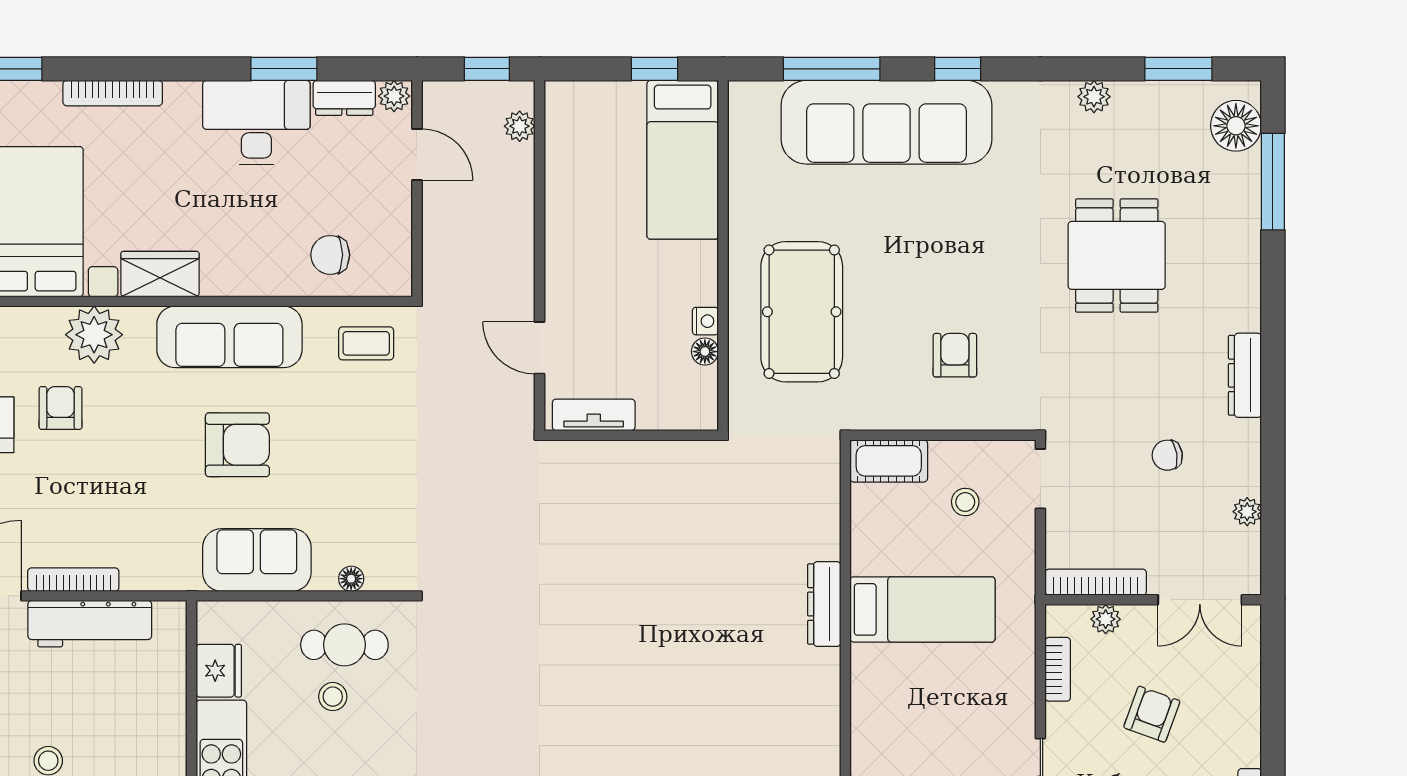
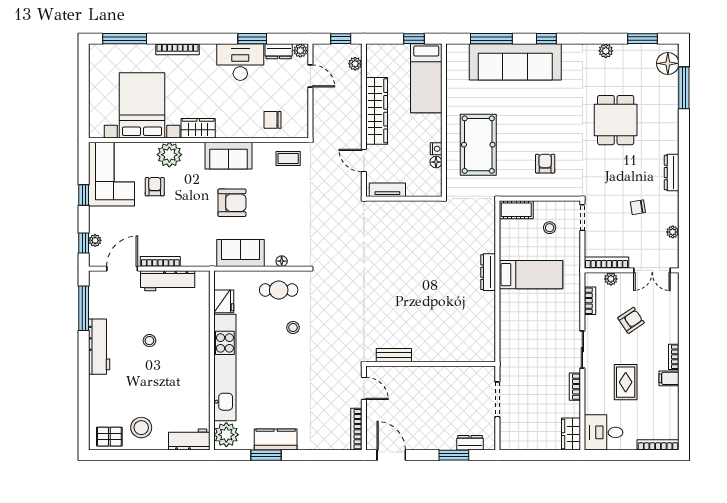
wardrobe: (569, 234) -> (377, 111), added
sofa: (229, 337) -> (228, 156), width x0.73
stool: (333, 697) -> (293, 327), moved
armchair: (1152, 714) -> (631, 320), turned 36

